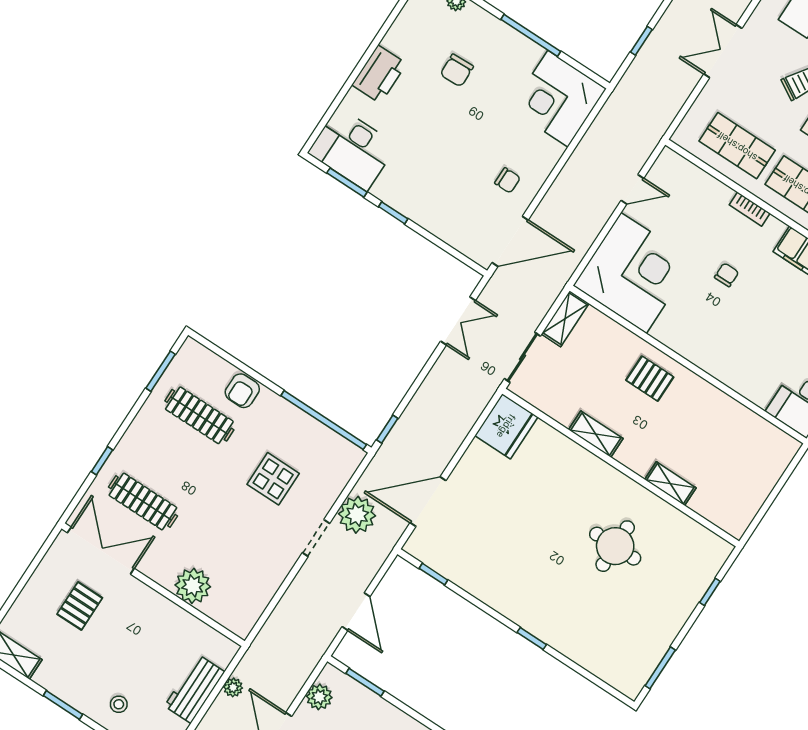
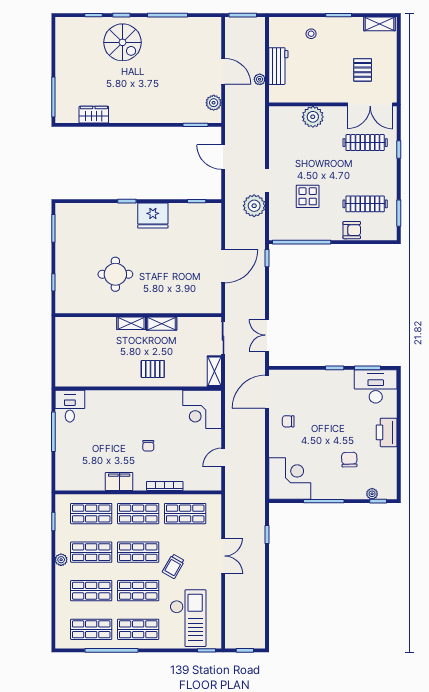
bookcase: (750, 209) -> (165, 486), width x1.56
corner desk: (634, 273) -> (202, 409), width x0.74, depth x0.74
armchair: (242, 391) -> (352, 230), turned 90
fridge: (506, 426) -> (153, 216), moved, turned -90
shelving: (670, 484) -> (131, 323), moved
door: (428, 502) -> (223, 266), moved

